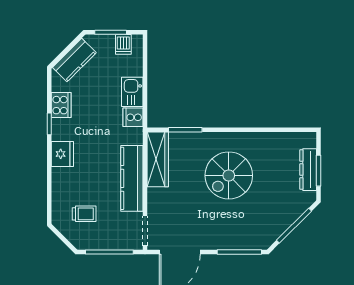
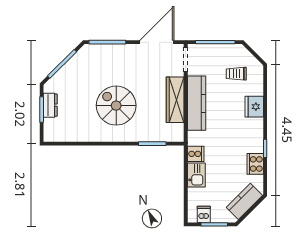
fridge: (62, 154) -> (254, 107), moved
wardrobe: (158, 159) -> (175, 100), moved
dresser: (308, 170) -> (50, 105), width x0.70
spiral stairs: (229, 175) -> (116, 106), turned -90

